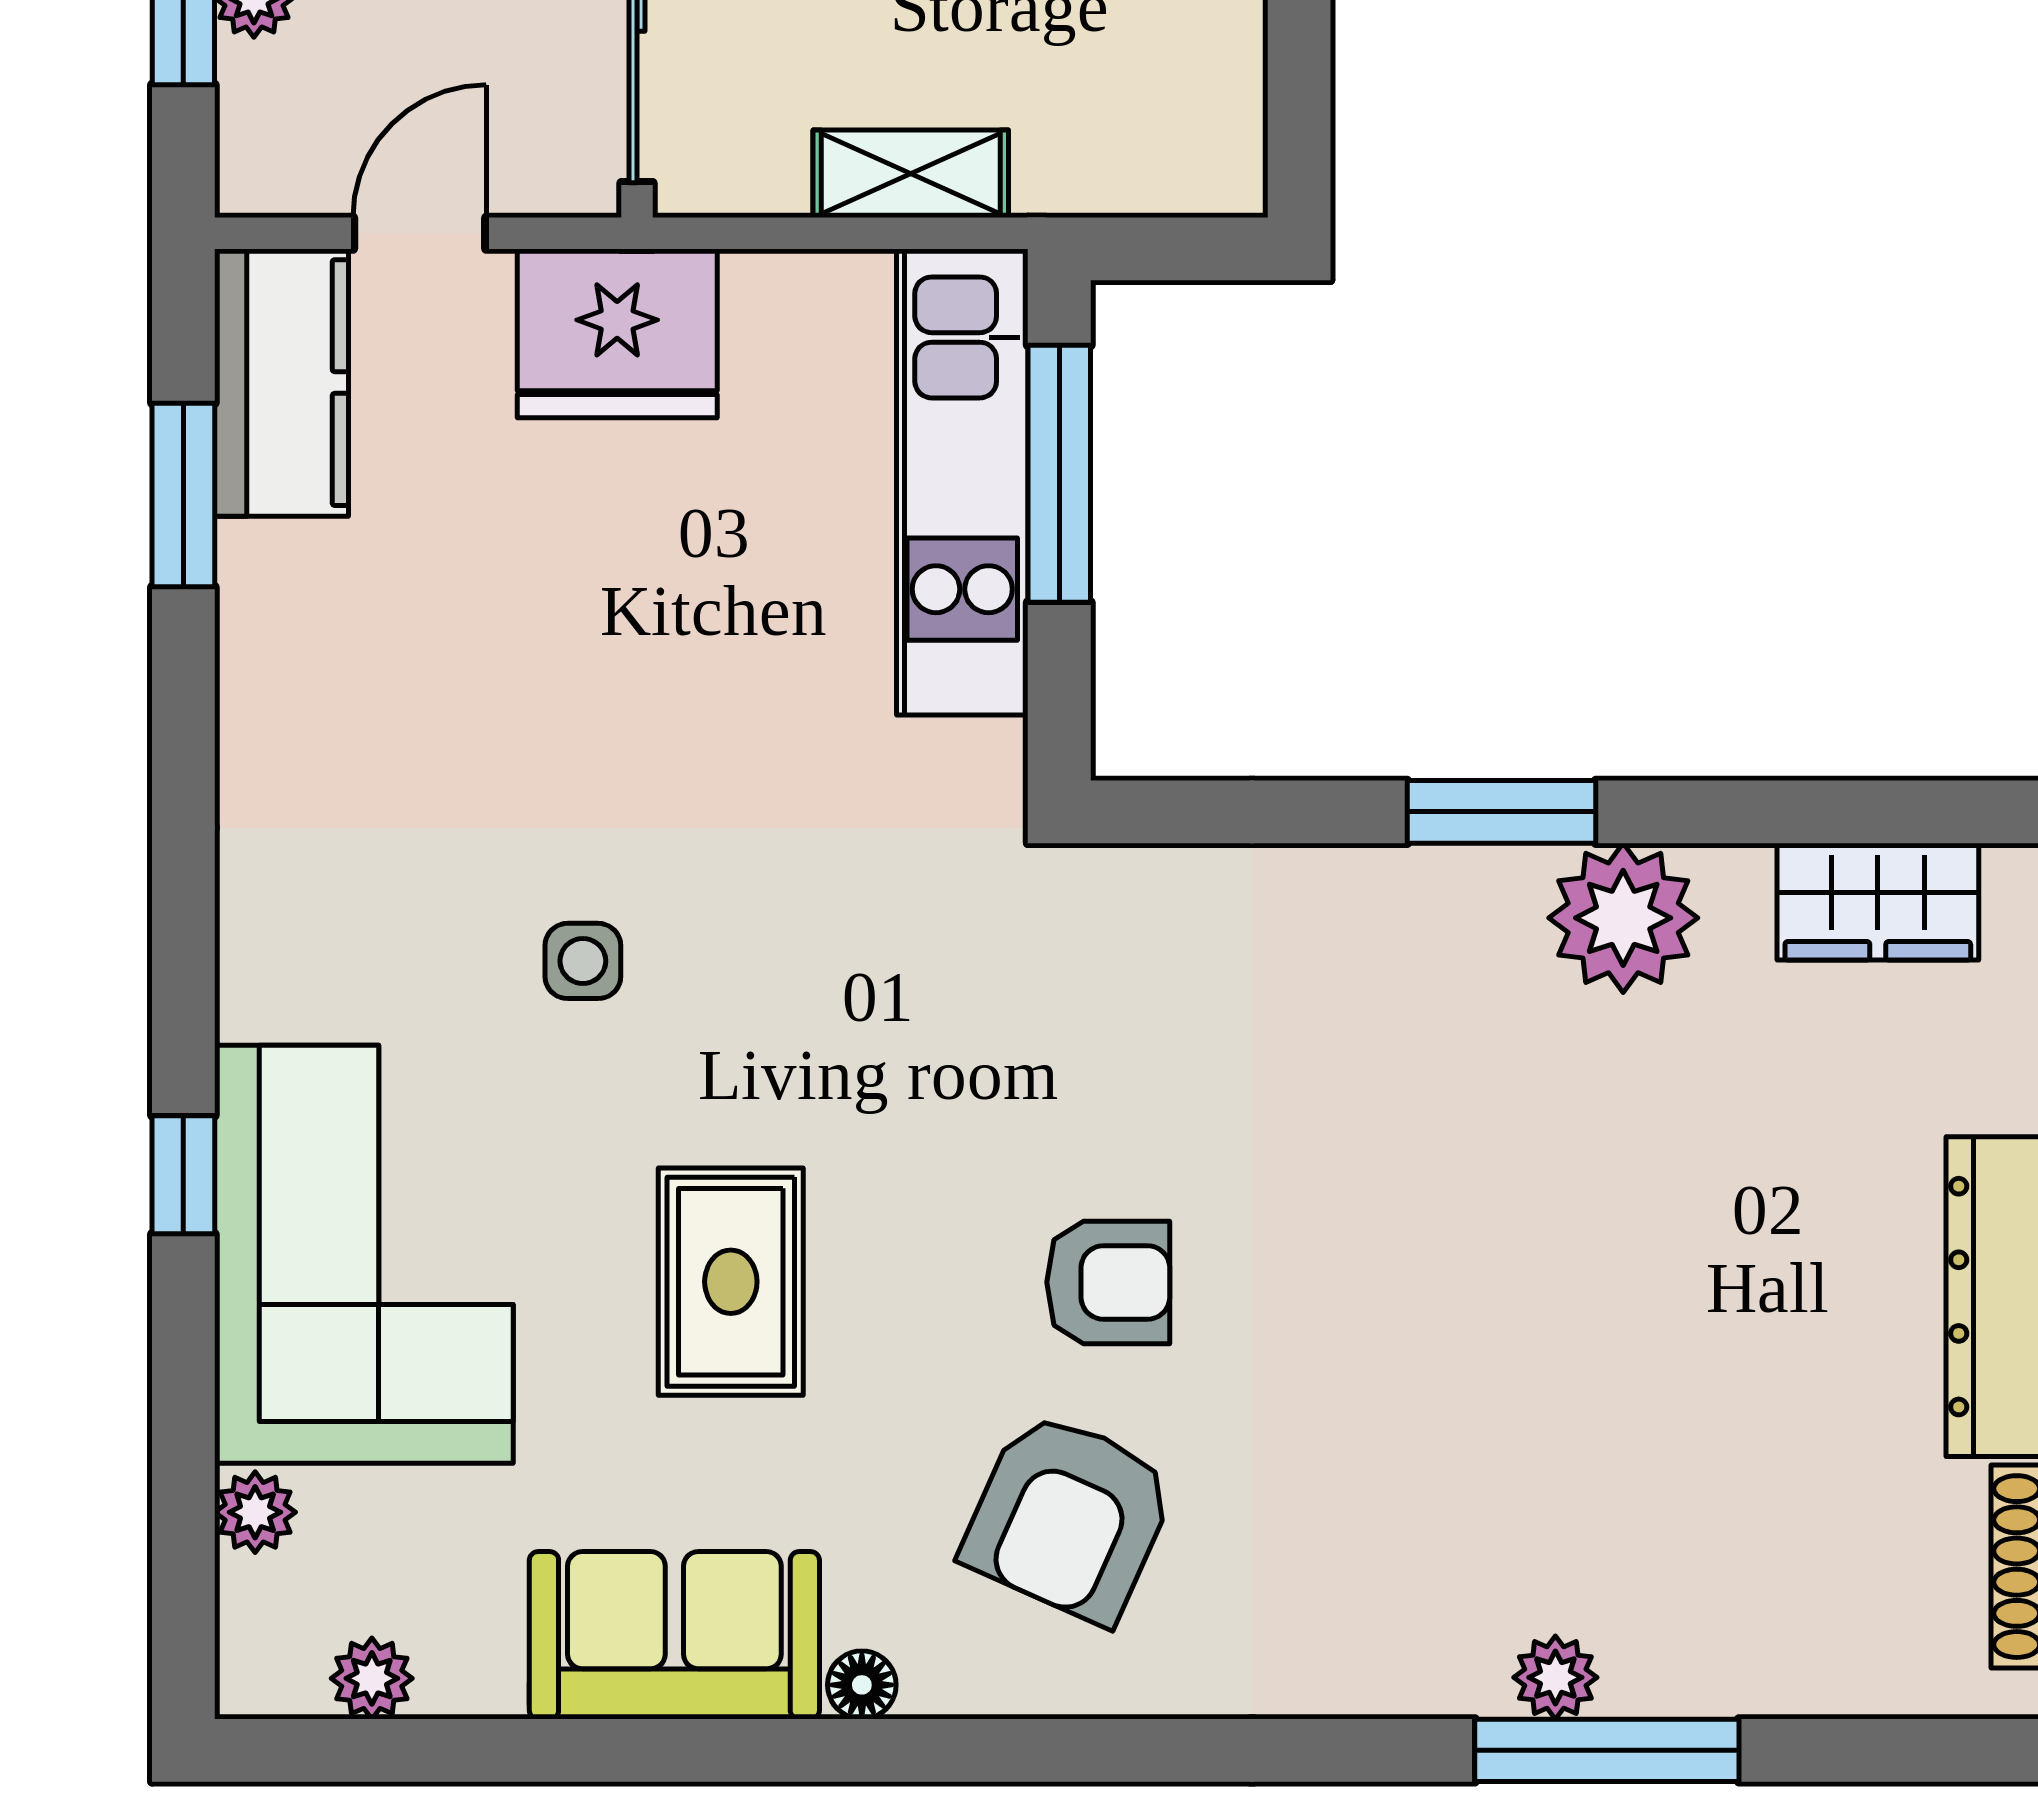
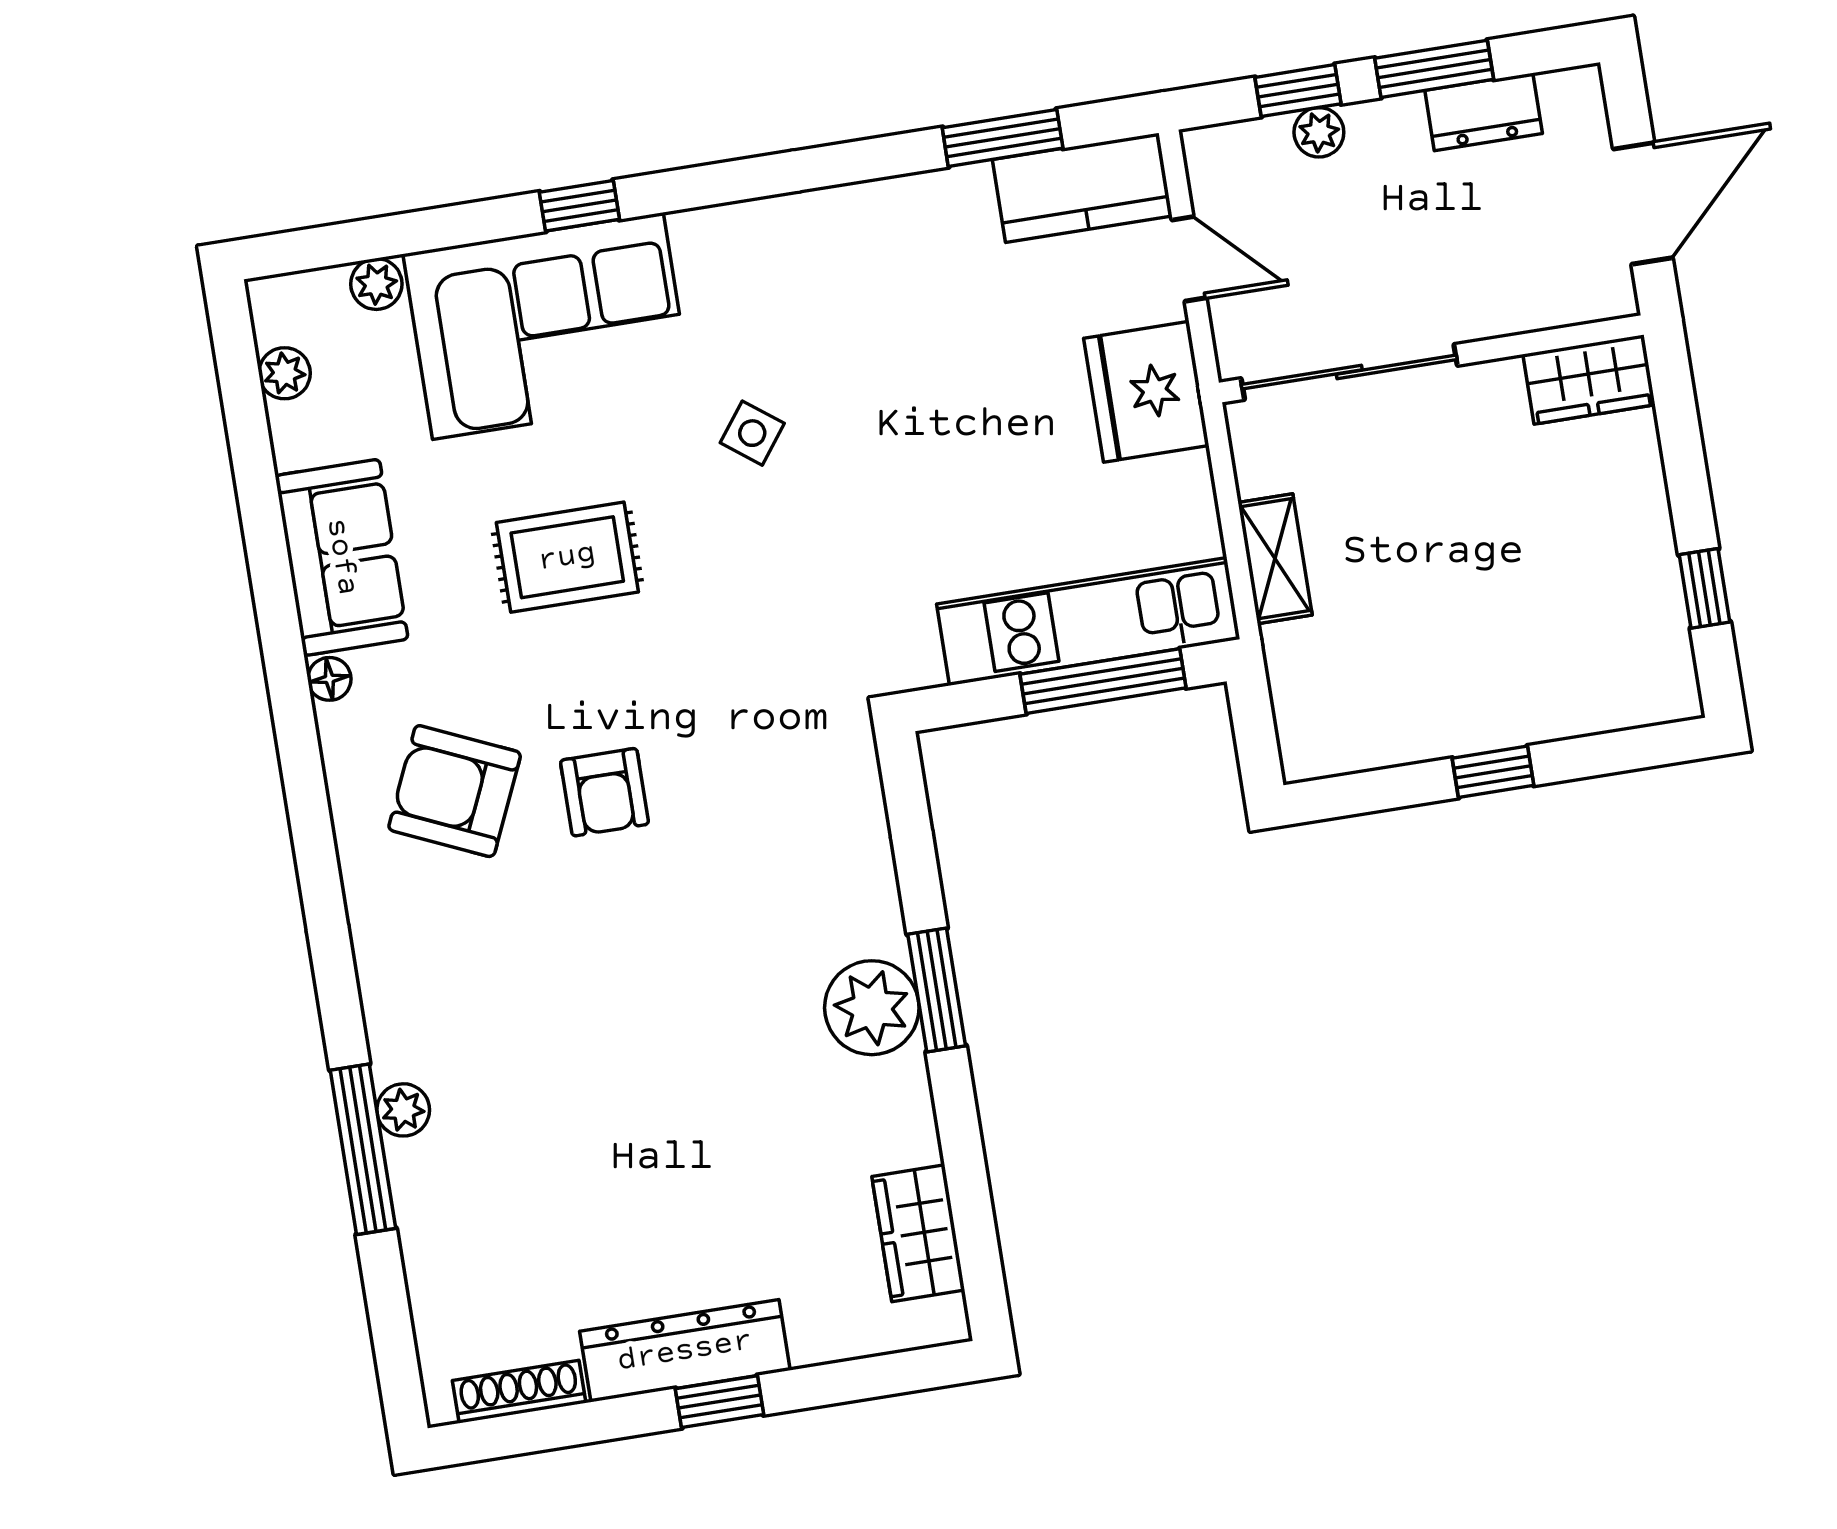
plant: (1623, 918) -> (872, 1008), moved
side table: (583, 961) -> (752, 433), turned 37

